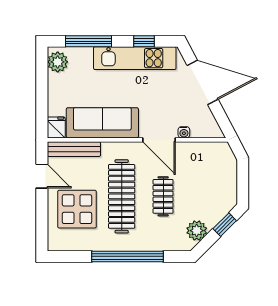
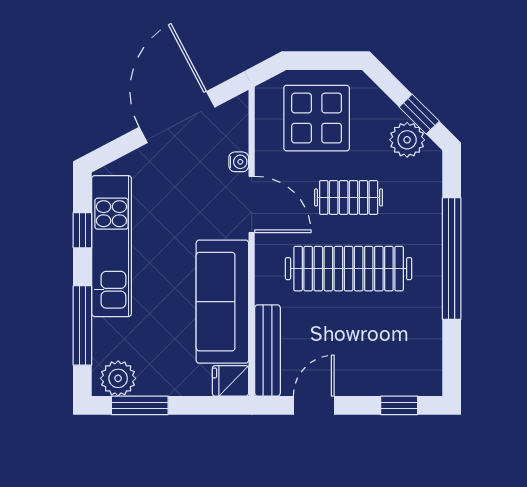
window: (42, 75) -> (140, 405), added
door: (203, 82) -> (177, 117), moved
door: (159, 140) -> (252, 204), hinge flipped
display table: (77, 209) -> (317, 118), moved
window: (225, 225) -> (419, 114), moved
window: (42, 226) -> (399, 405), added

